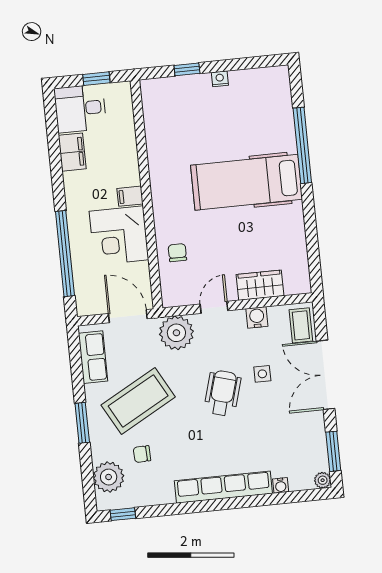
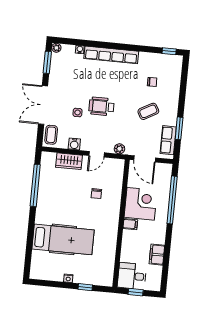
desk: (80, 108) -> (132, 276), moved, turned 180
window: (302, 145) -> (35, 185), moved
hospital bed: (246, 182) -> (63, 239), moved
chair: (177, 253) -> (96, 194), moved
plant: (176, 333) -> (119, 149), width x0.53, depth x0.53
double door: (326, 375) -> (43, 105), swing flipped
wheelchair: (223, 393) -> (101, 106), turned 74
coffee table: (138, 401) -> (148, 111), width x0.54, depth x0.58
window: (82, 423) -> (179, 128), moved
plant: (109, 477) -> (173, 73), removed

